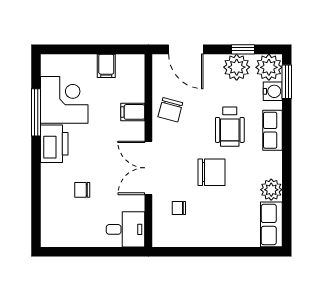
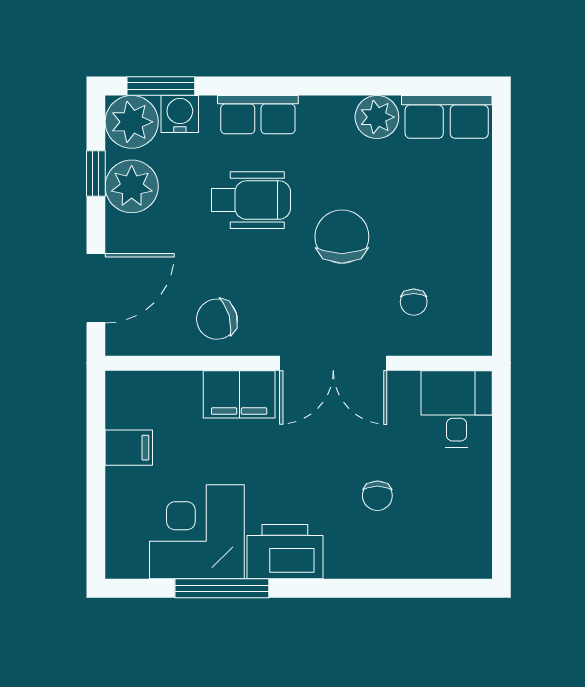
chair: (170, 110) -> (217, 319), turned 149
filing cabinet: (133, 112) -> (239, 394), width x2.00

